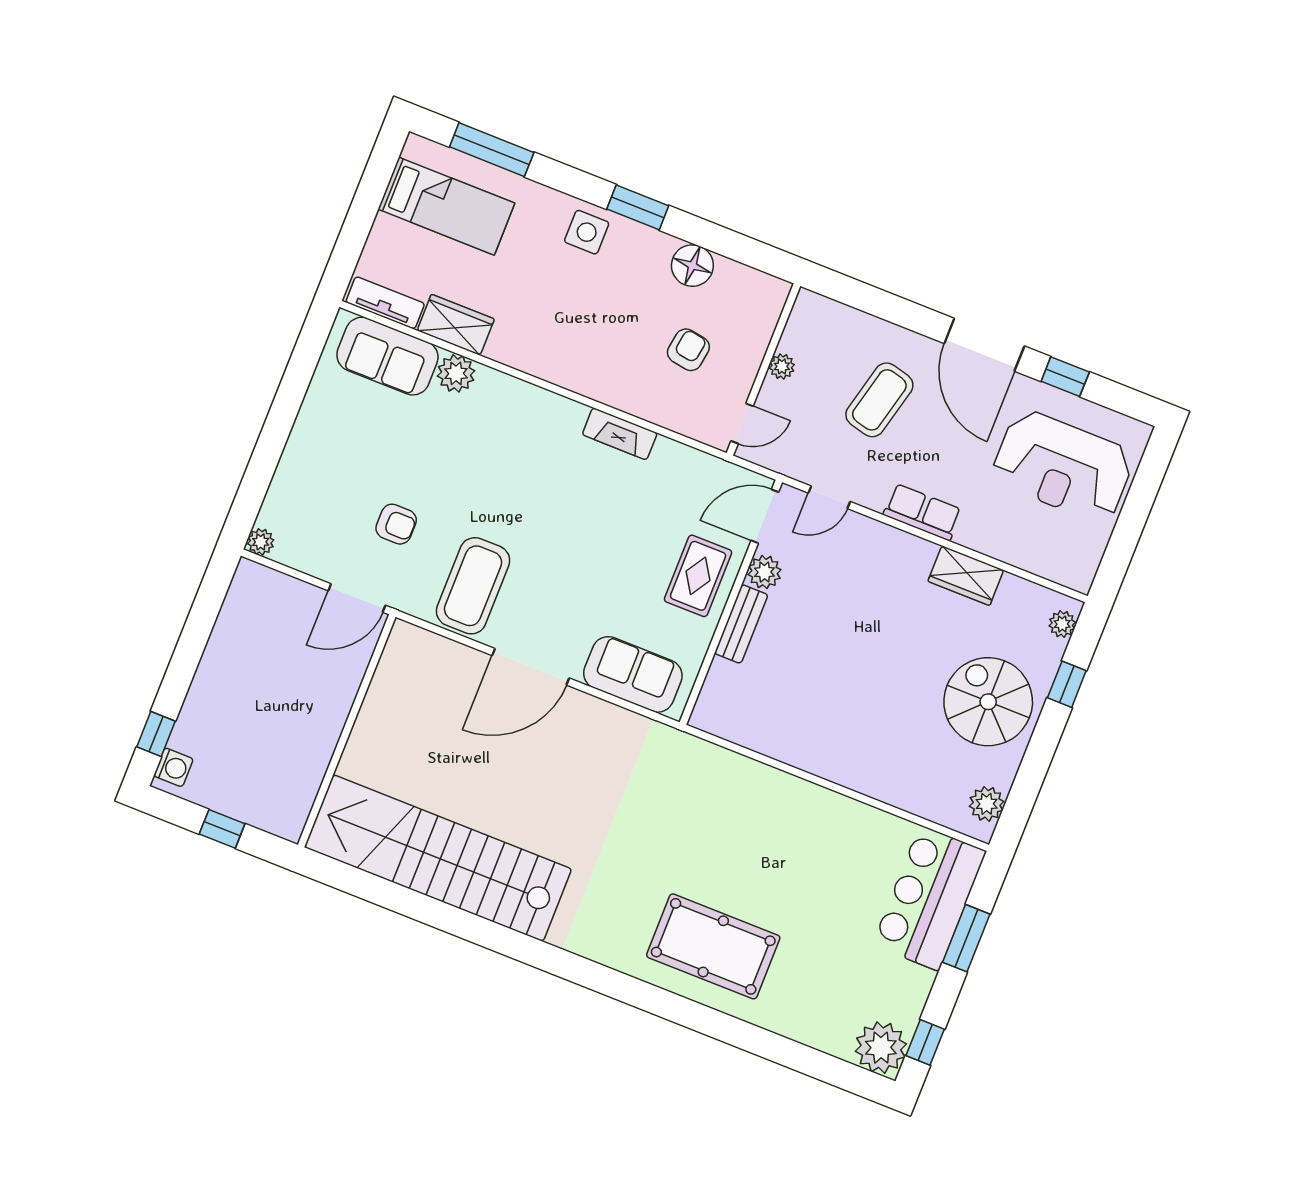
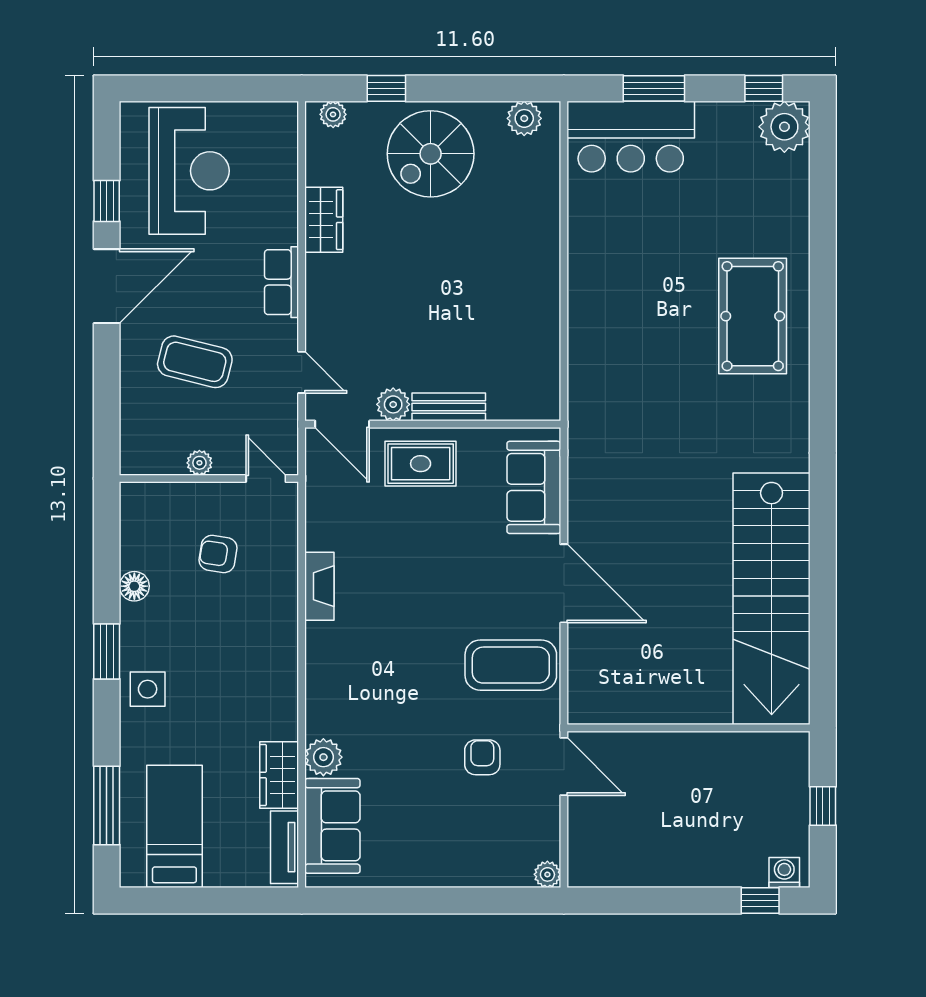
floor lamp: (692, 266) -> (134, 586), width x0.73, depth x0.73

